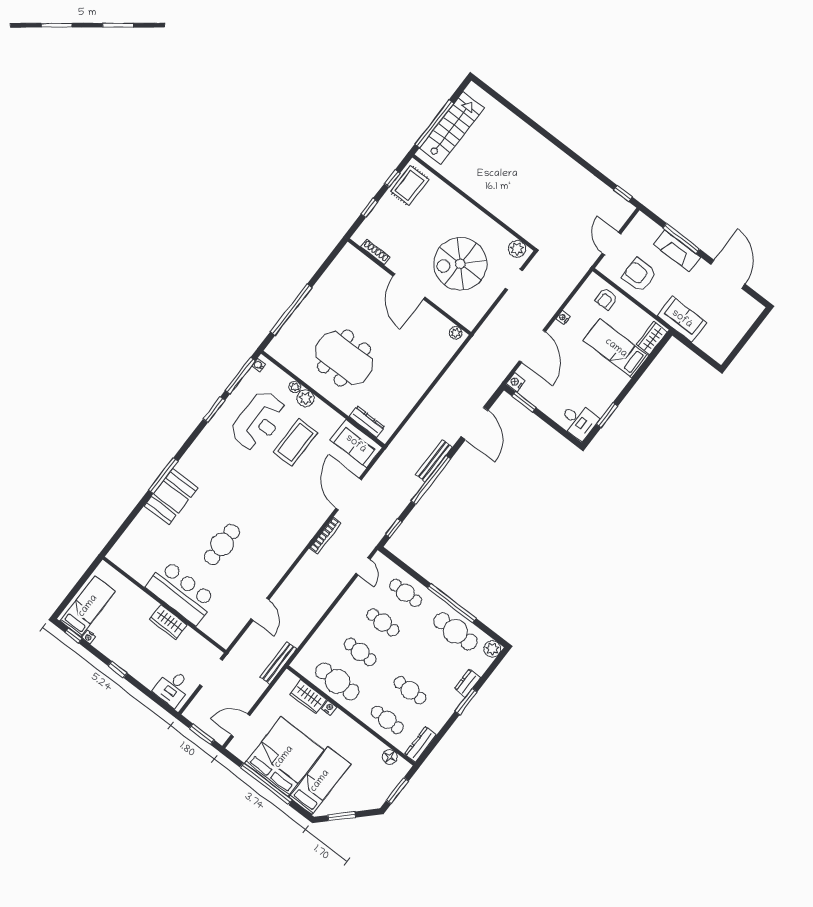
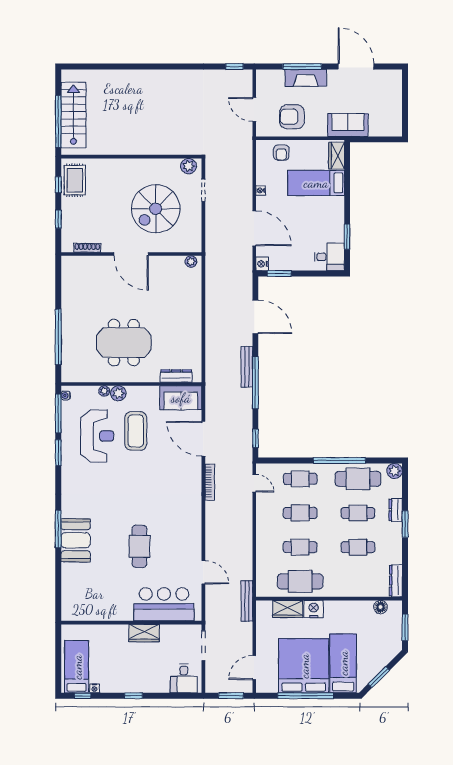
bar counter: (181, 593) -> (164, 604), moved
nightstand: (329, 708) -> (314, 609), width x1.89, depth x1.79
cafe table: (387, 720) -> (358, 513), moved

